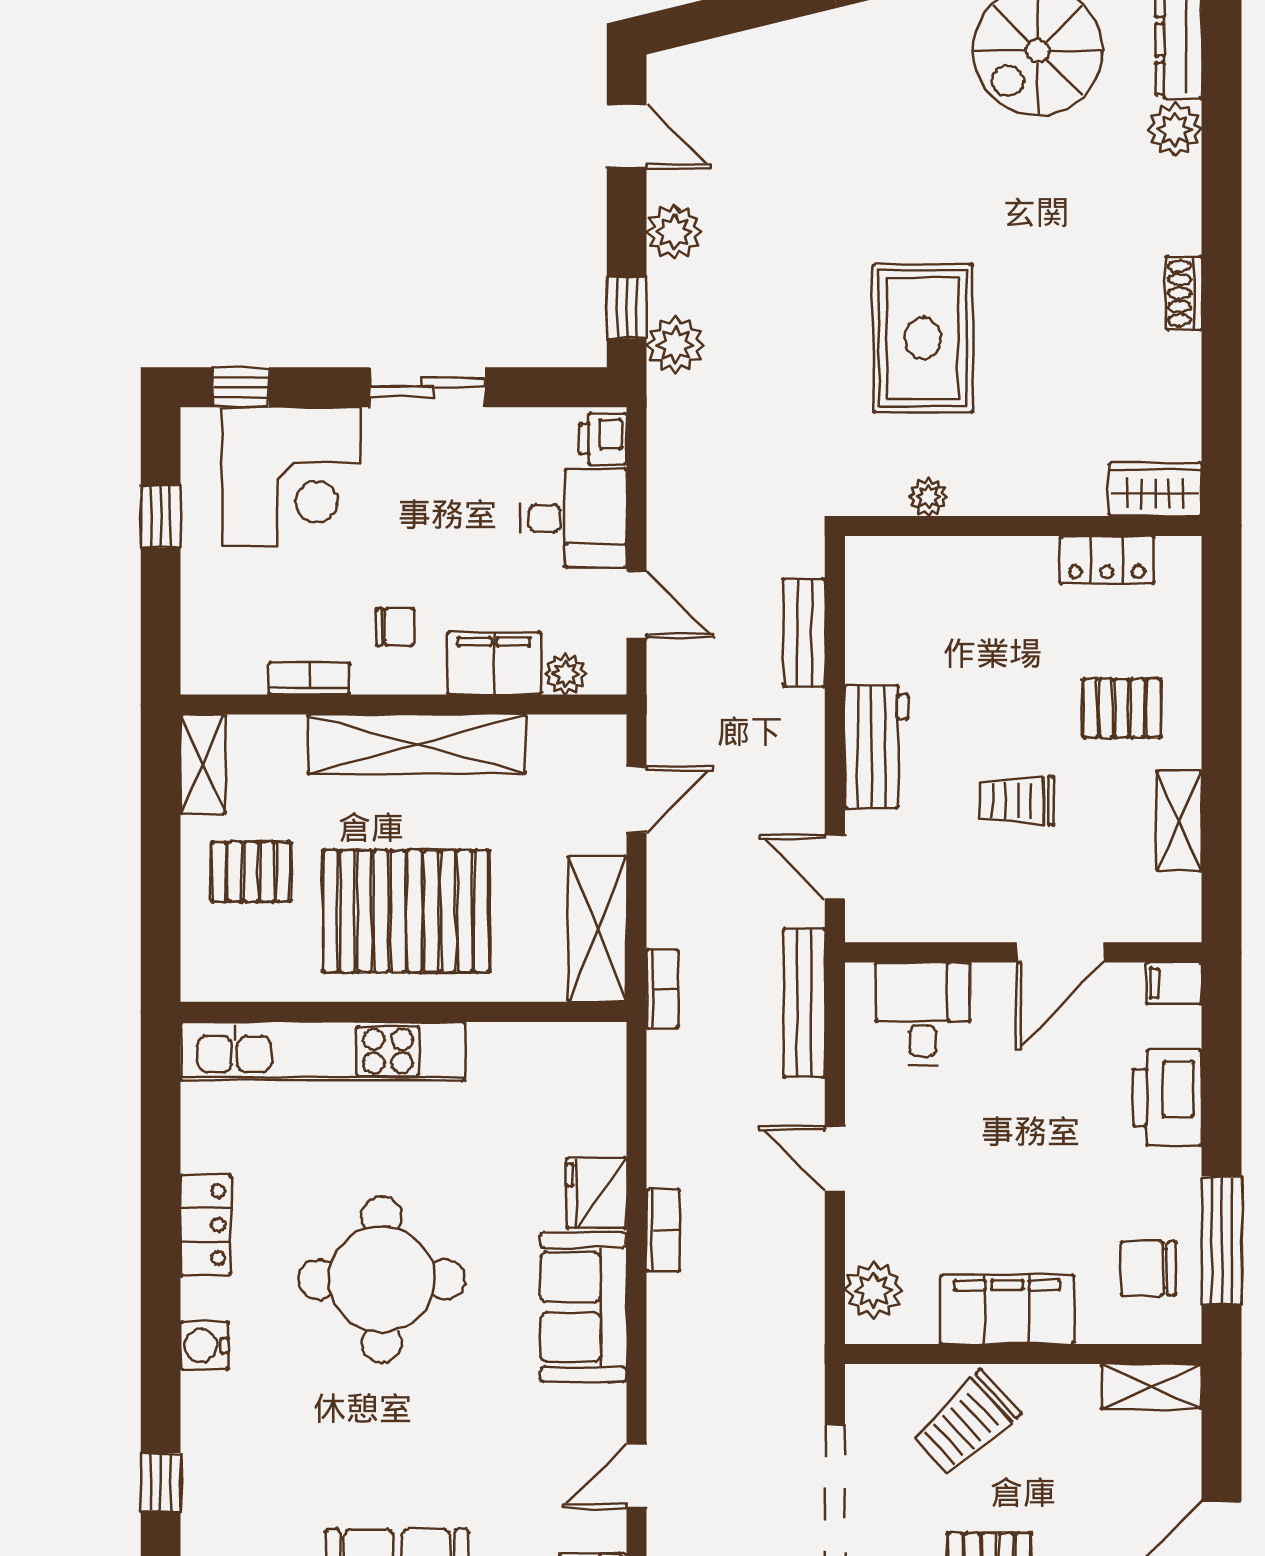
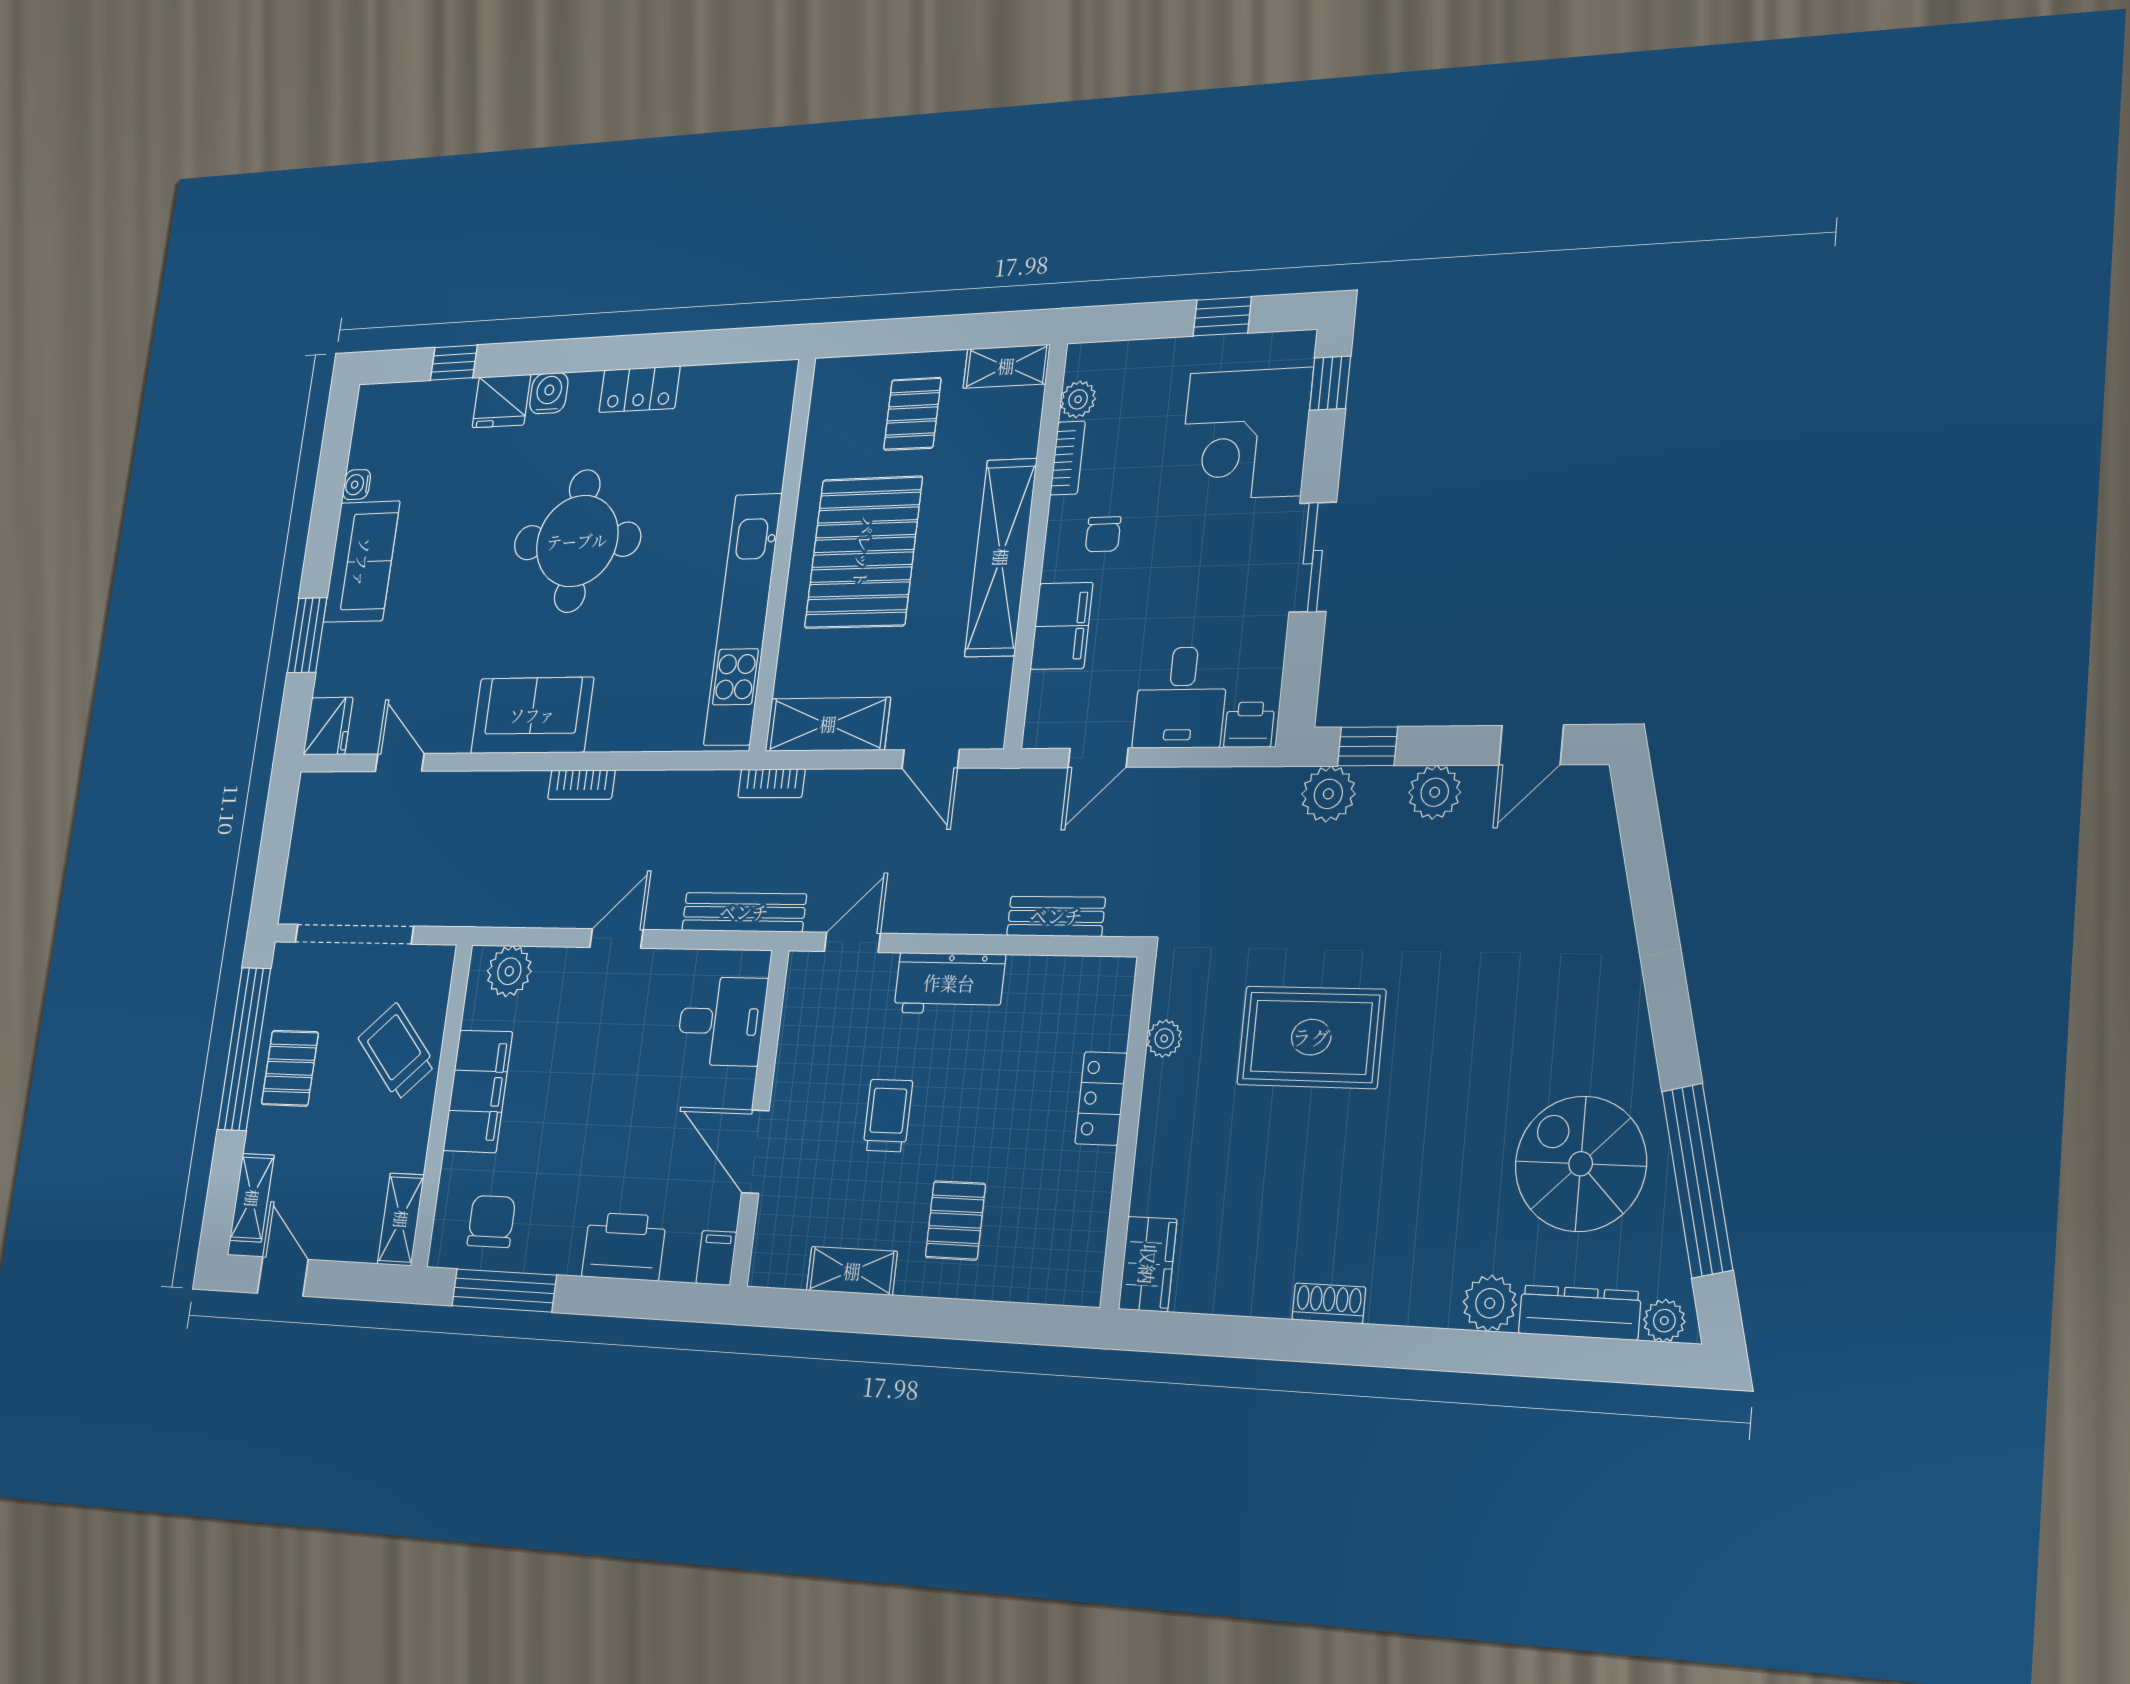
locker: (1107, 560) -> (1101, 1098), moved
plant: (565, 674) -> (1078, 399), moved
kitchen unit: (323, 1051) -> (743, 619), moved
fridge: (596, 1193) -> (501, 401), moved, turned 180

